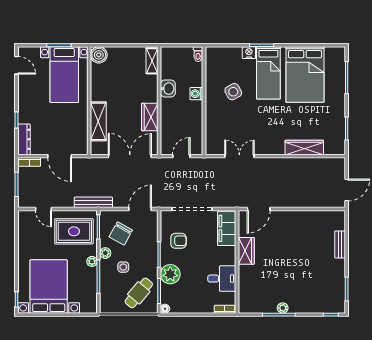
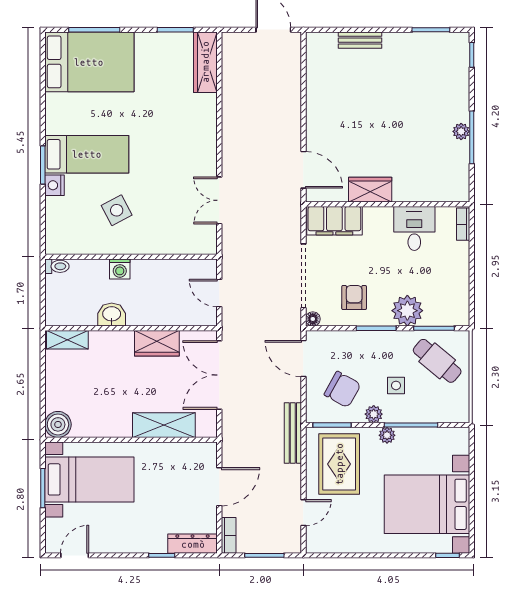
bed: (305, 75) -> (89, 62), moved
wardrobe: (304, 147) -> (205, 62), moved
floor lamp: (165, 309) -> (313, 319), moved

